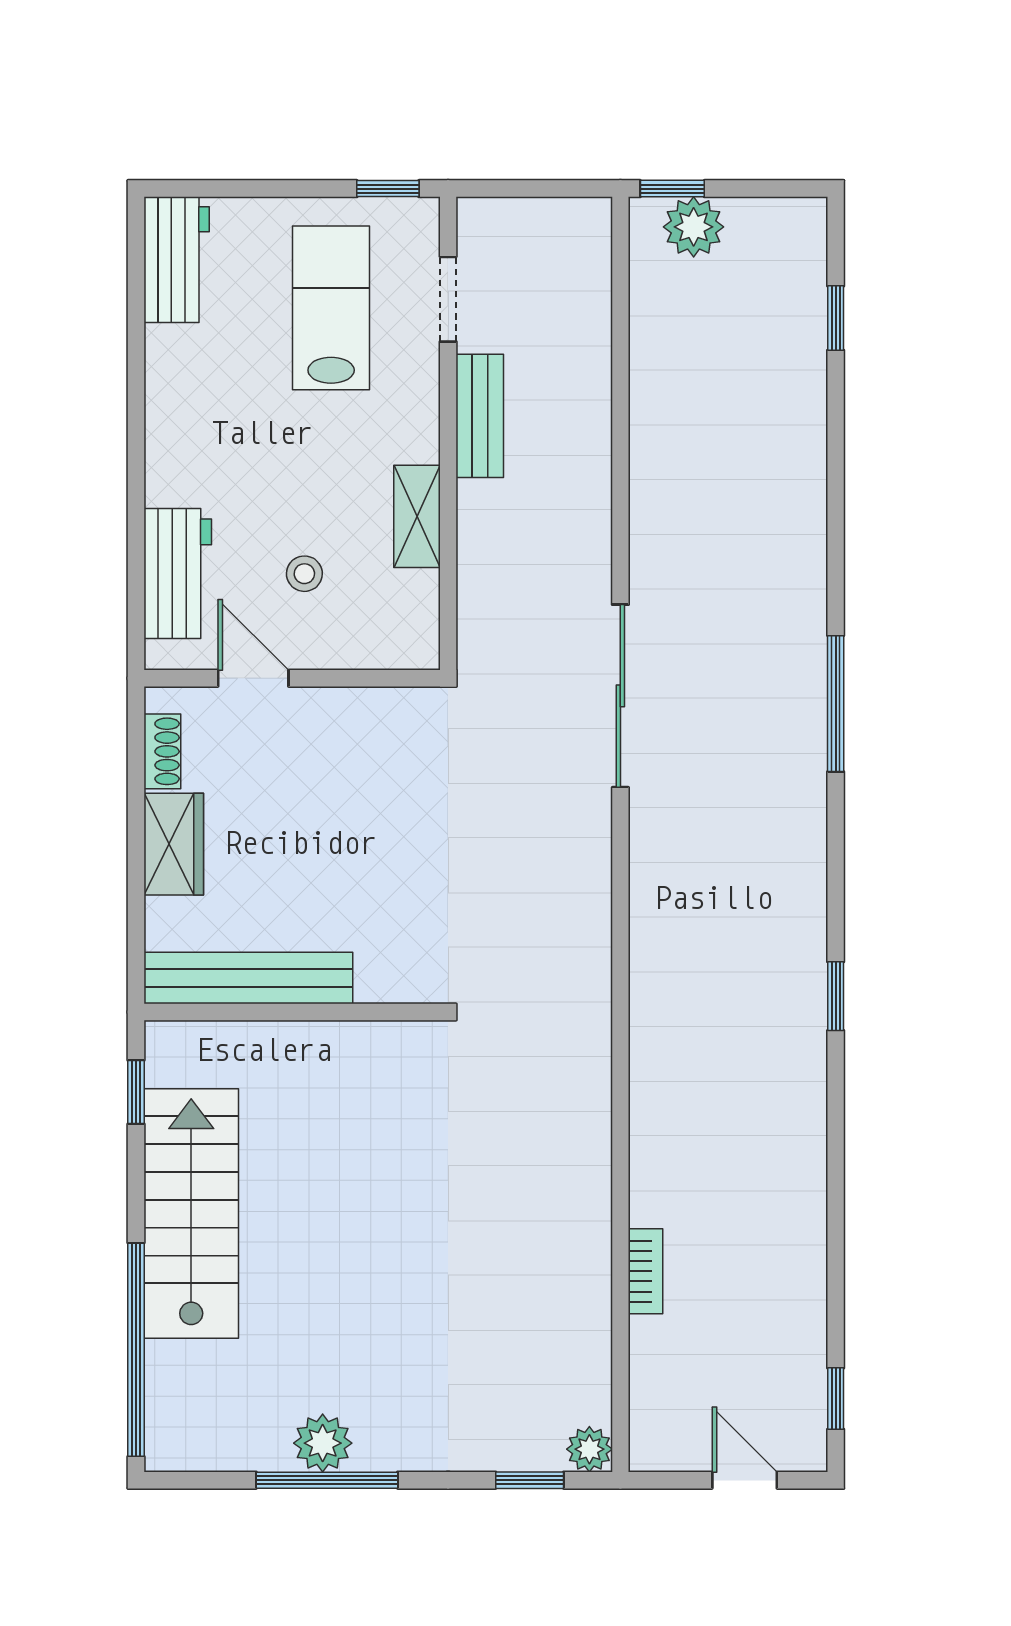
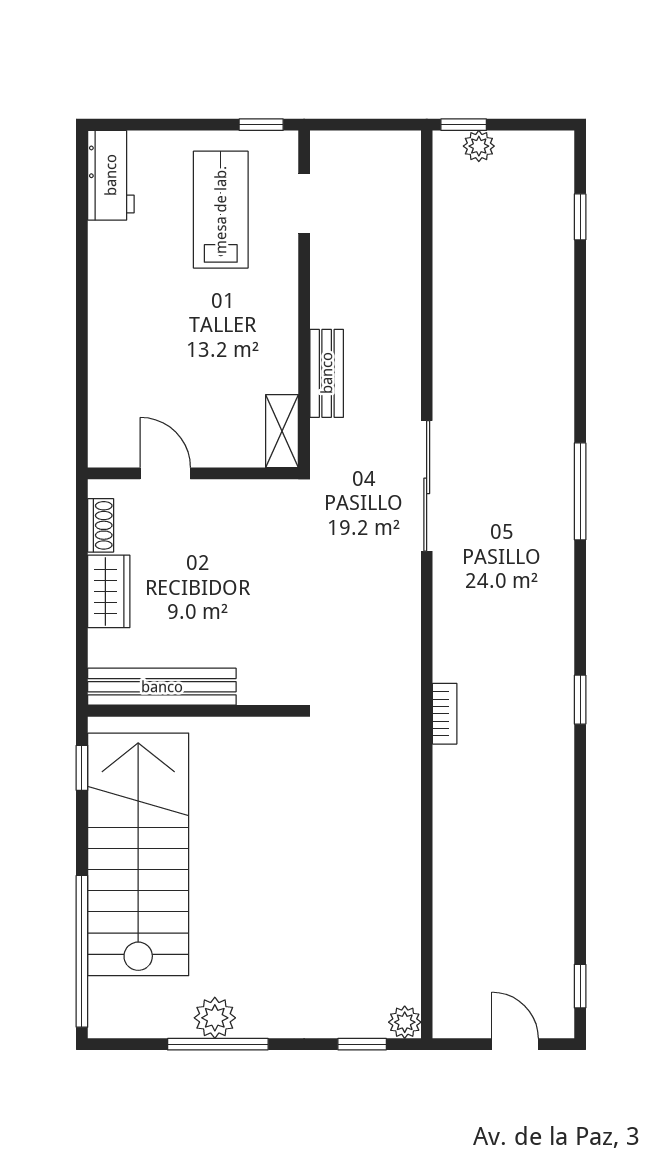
plant: (694, 227) -> (479, 146), width x0.73, depth x0.73
bench: (480, 416) -> (327, 373), moved
shelving: (417, 516) -> (282, 431), moved
workbench: (178, 574) -> (112, 399), removed
stool: (304, 574) -> (202, 399), removed
stairs: (191, 1213) -> (138, 854), width x1.36, depth x1.51
bookcase: (646, 1271) -> (445, 714), moved

